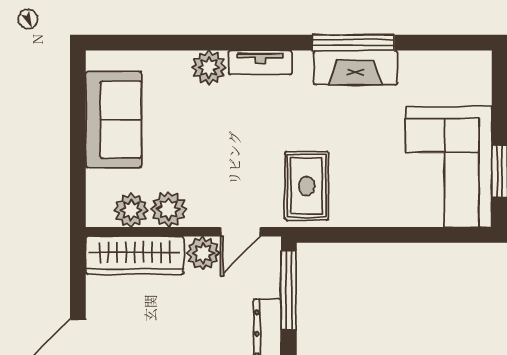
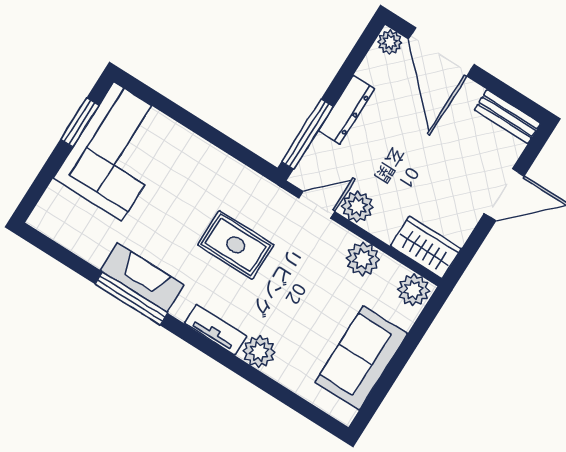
rug: (307, 186) -> (236, 245), moved, turned 90
plant: (131, 210) -> (413, 290), moved
wardrobe: (135, 255) -> (426, 247), width x0.67

